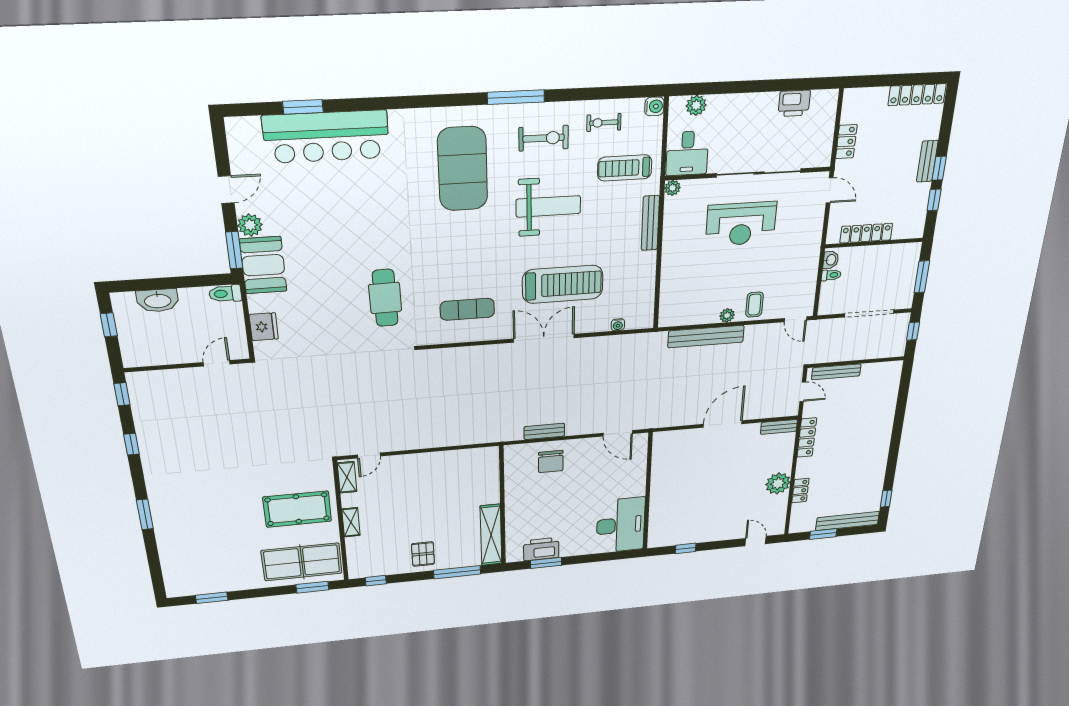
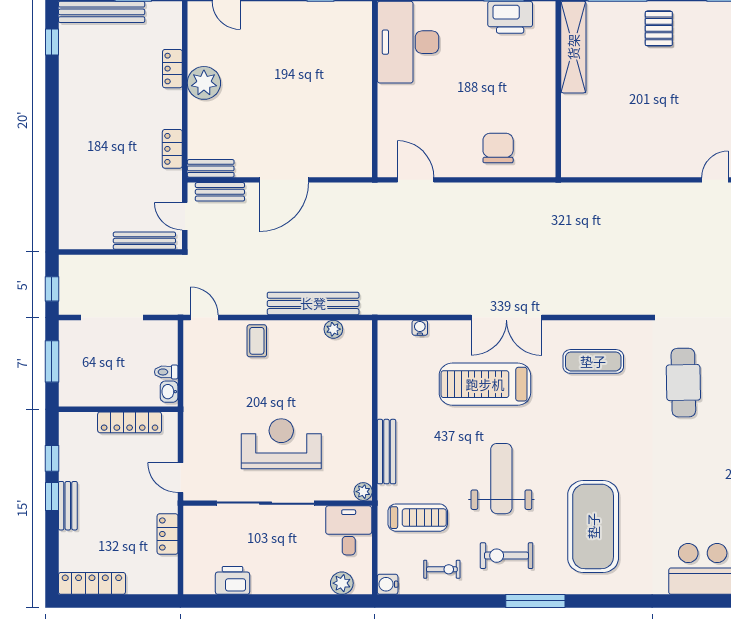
weight bench: (548, 206) -> (501, 479), turned 90
plant: (727, 315) -> (333, 329), moved
bench: (544, 431) -> (220, 192), moved
locker: (807, 438) -> (172, 149), width x0.66

